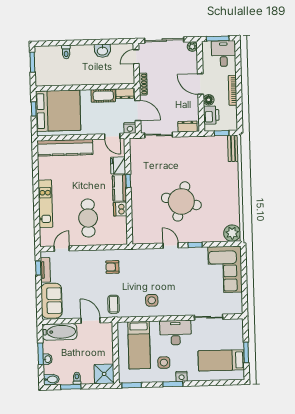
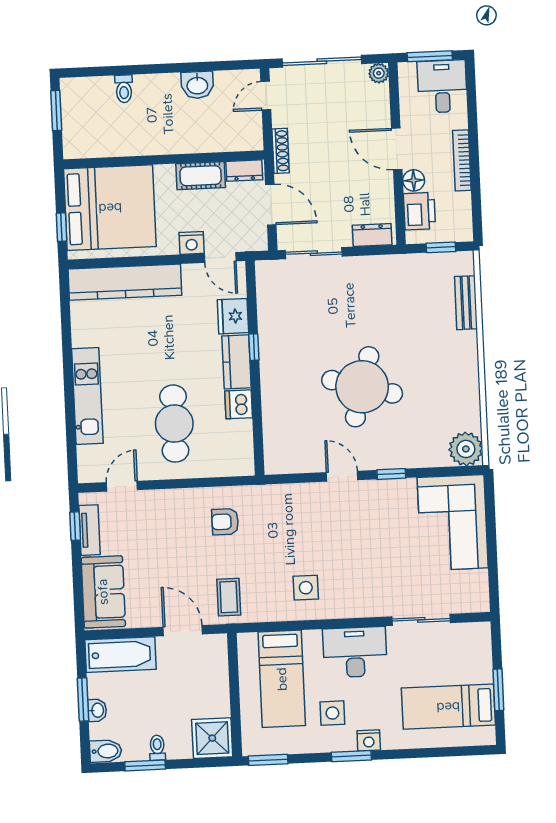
window: (34, 109) -> (61, 227), moved
nightstand: (130, 128) -> (192, 243), moved
bench: (233, 148) -> (466, 303), moved

